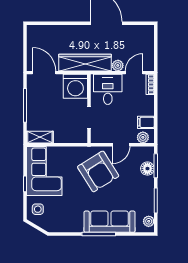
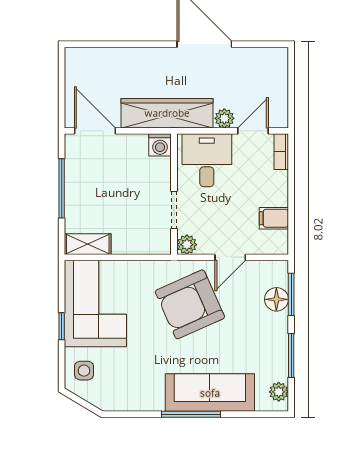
washing machine: (75, 86) -> (160, 145), width x0.53, depth x0.53
plant: (143, 137) -> (187, 245), moved
armchair: (98, 171) -> (190, 304), turned 98

